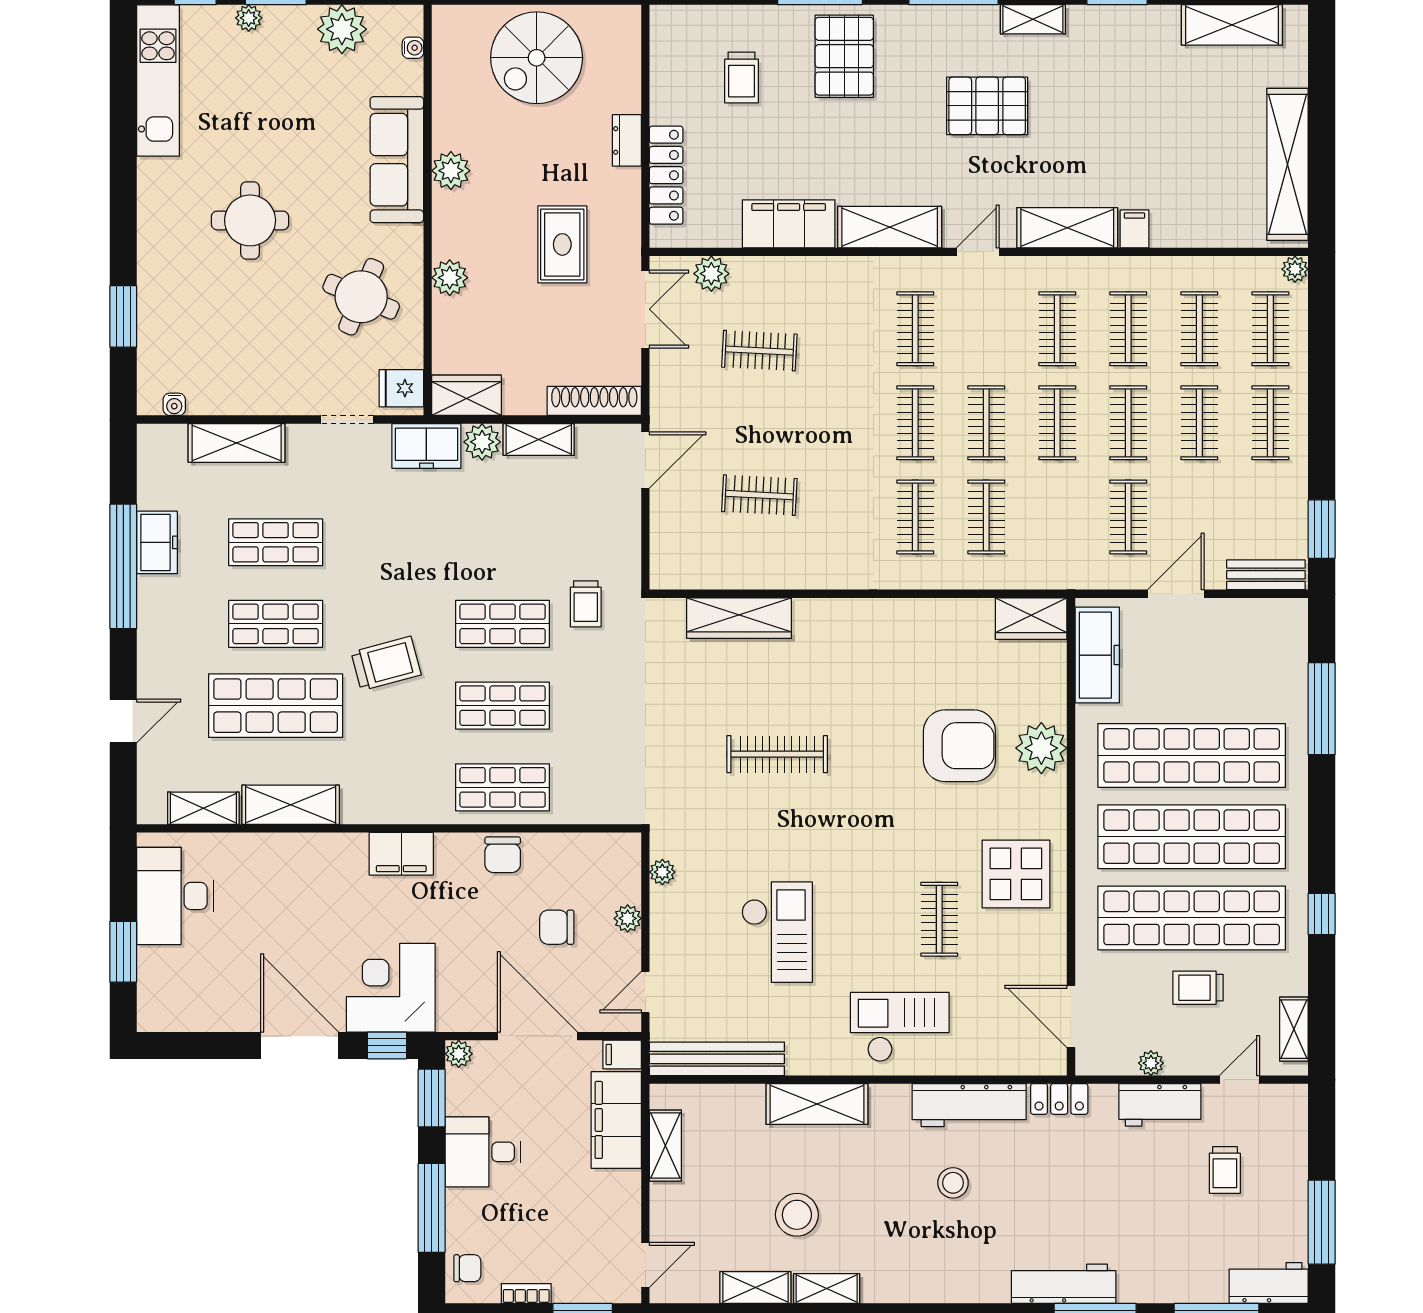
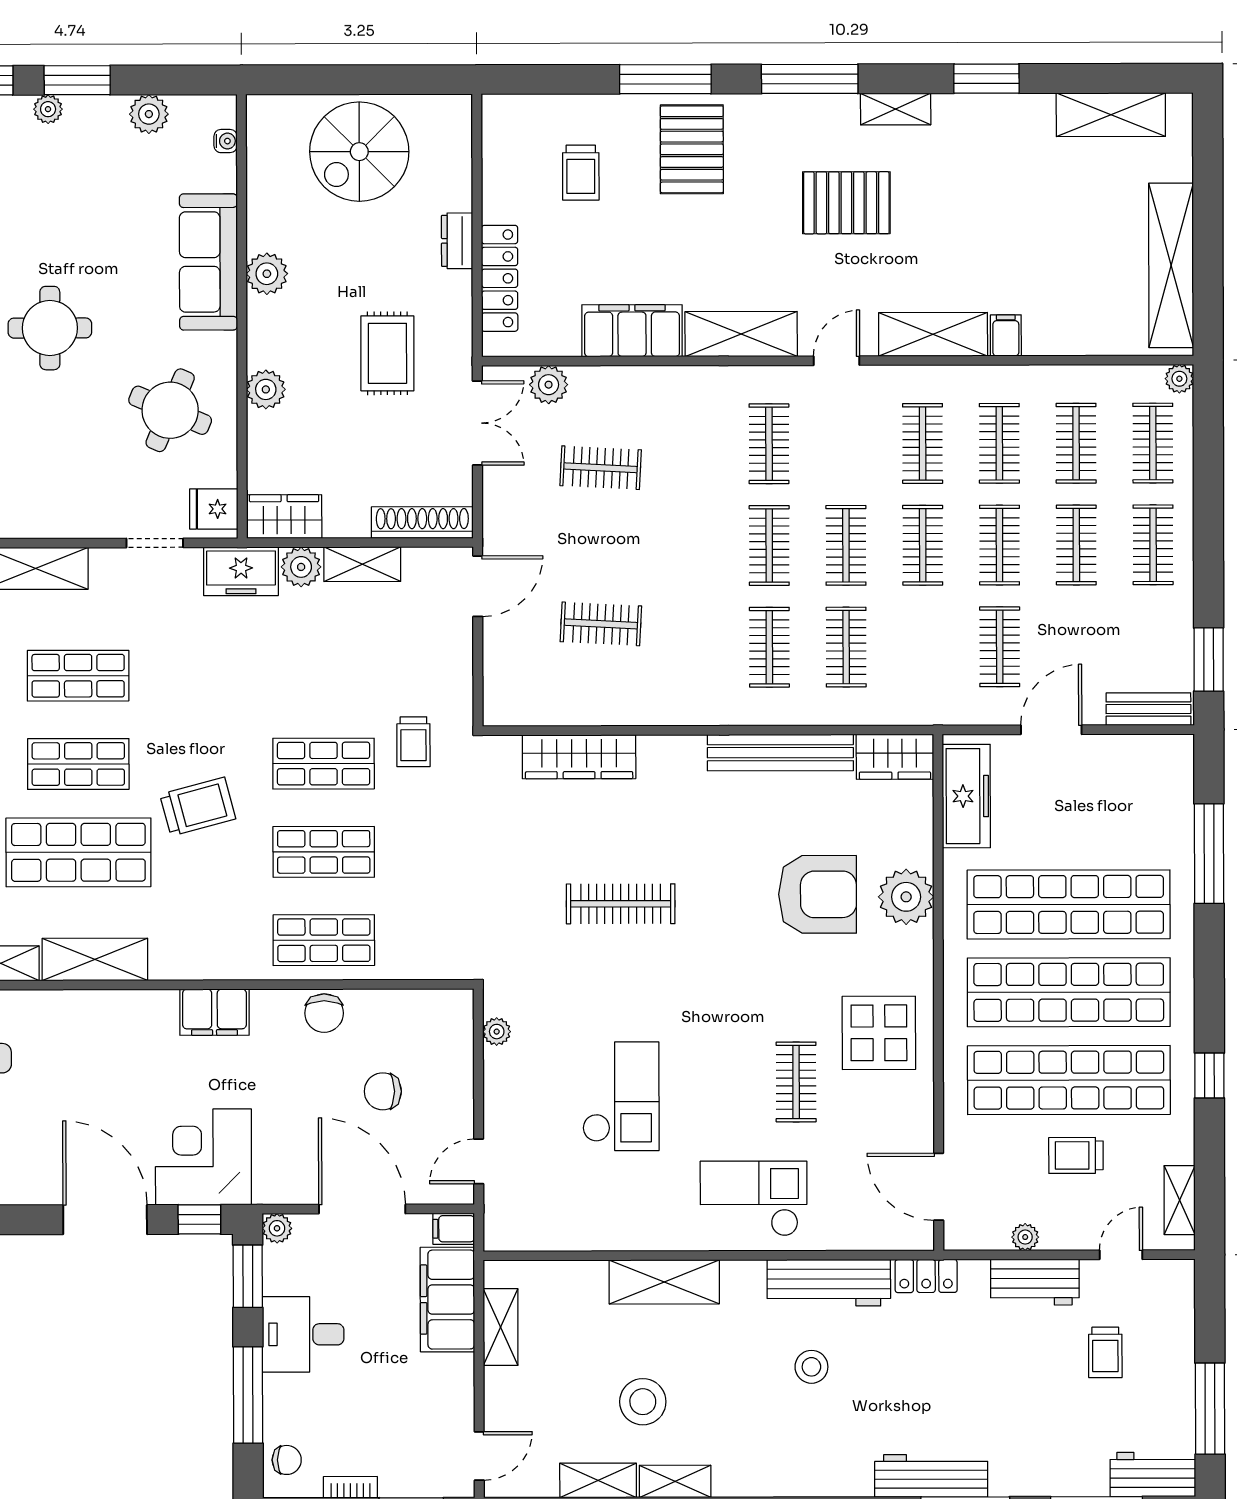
plant: (342, 29) -> (149, 114), width x0.73, depth x0.73
plant: (628, 918) -> (459, 1082), removed
bench: (717, 1059) -> (780, 753), moved

